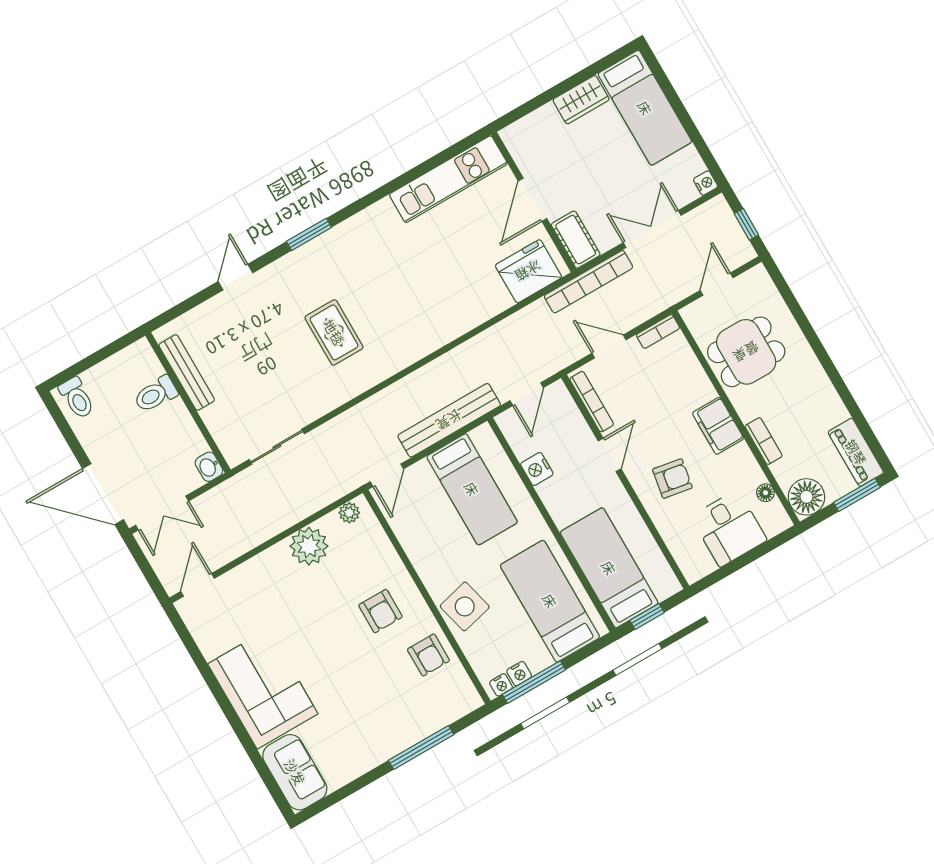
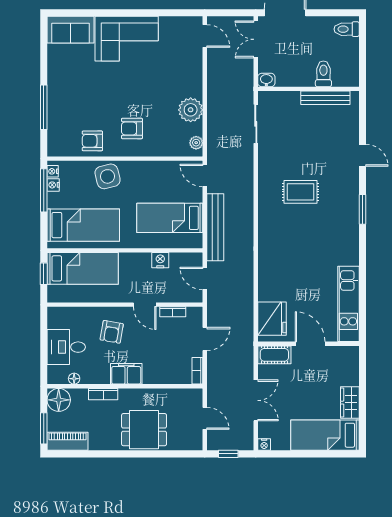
bookcase: (588, 282) -> (247, 348), removed
dining table: (746, 352) -> (144, 430), moved, turned 90
bookcase: (592, 402) -> (173, 312), width x0.64

